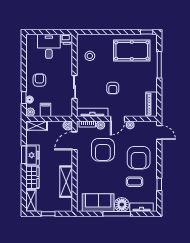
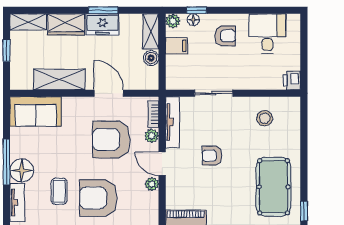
desk: (49, 46) -> (267, 34), moved, turned -90
boiler: (68, 125) -> (151, 58), moved
door: (75, 141) -> (109, 93), moved
sofa: (98, 203) -> (36, 112), moved, turned 90

